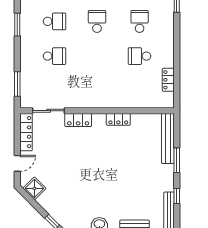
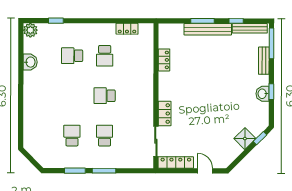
school desk: (97, 21) -> (105, 96), moved
window: (17, 84) -> (104, 171), moved
locker: (118, 119) -> (164, 60), moved
bench: (168, 138) -> (208, 29), moved
shower: (34, 188) -> (245, 139), moved

